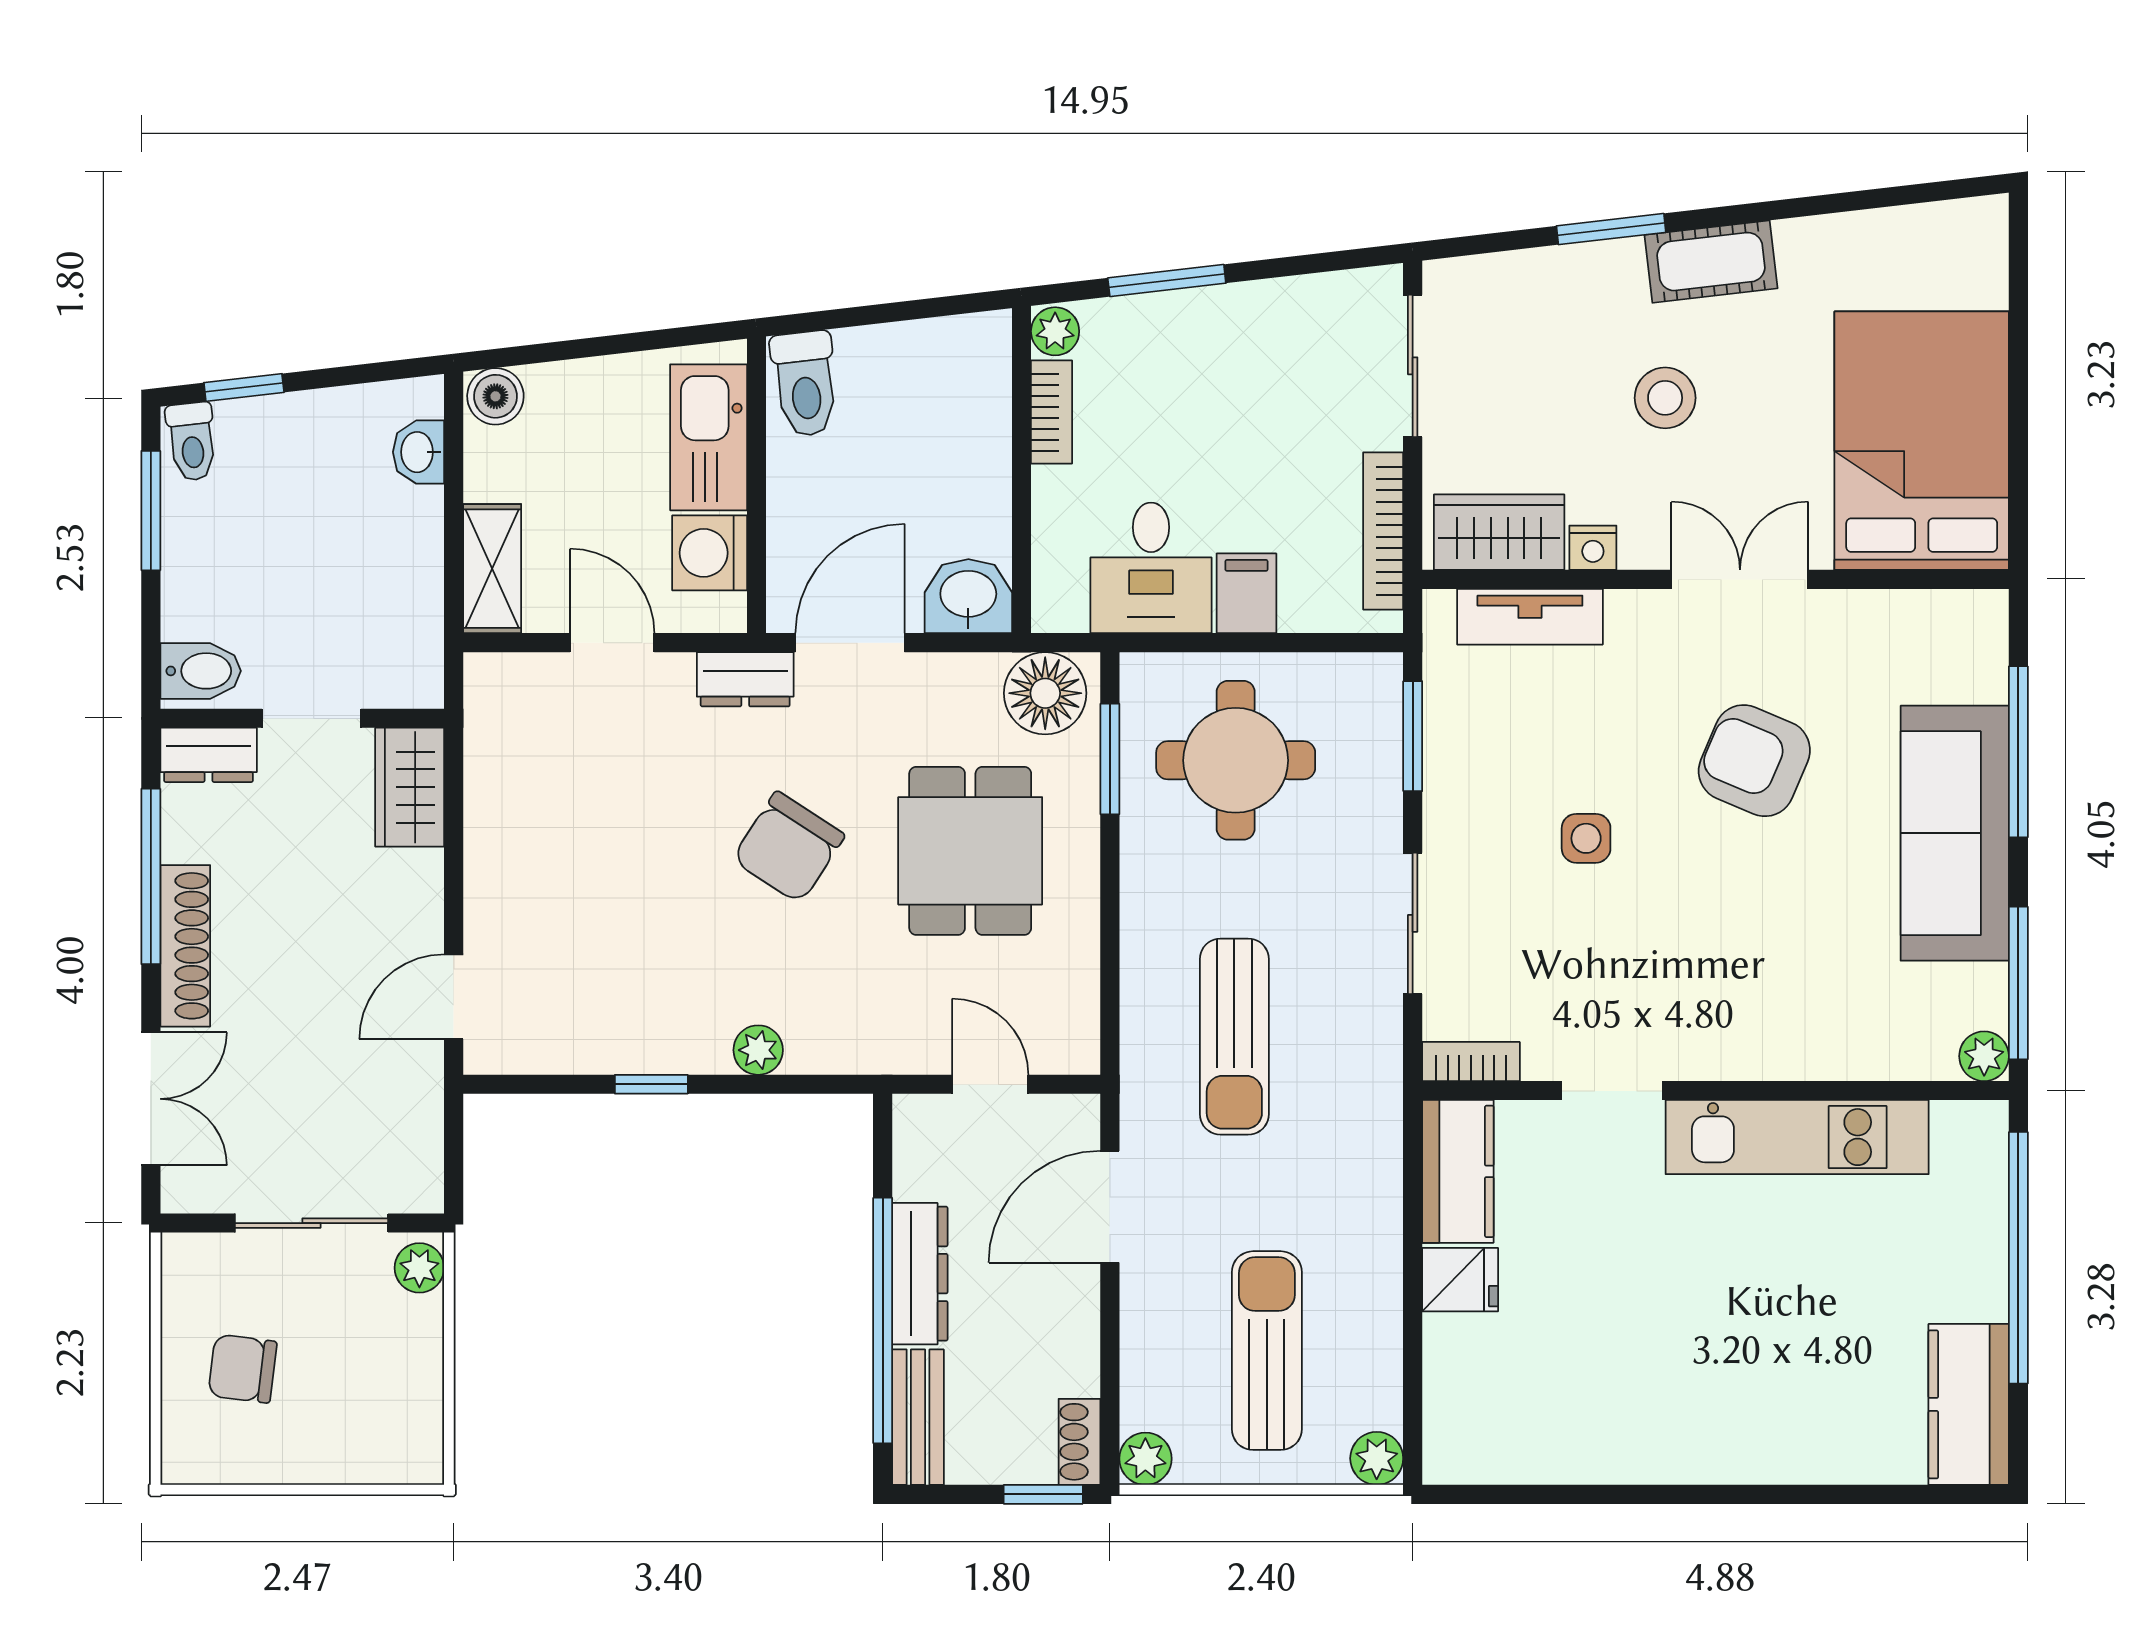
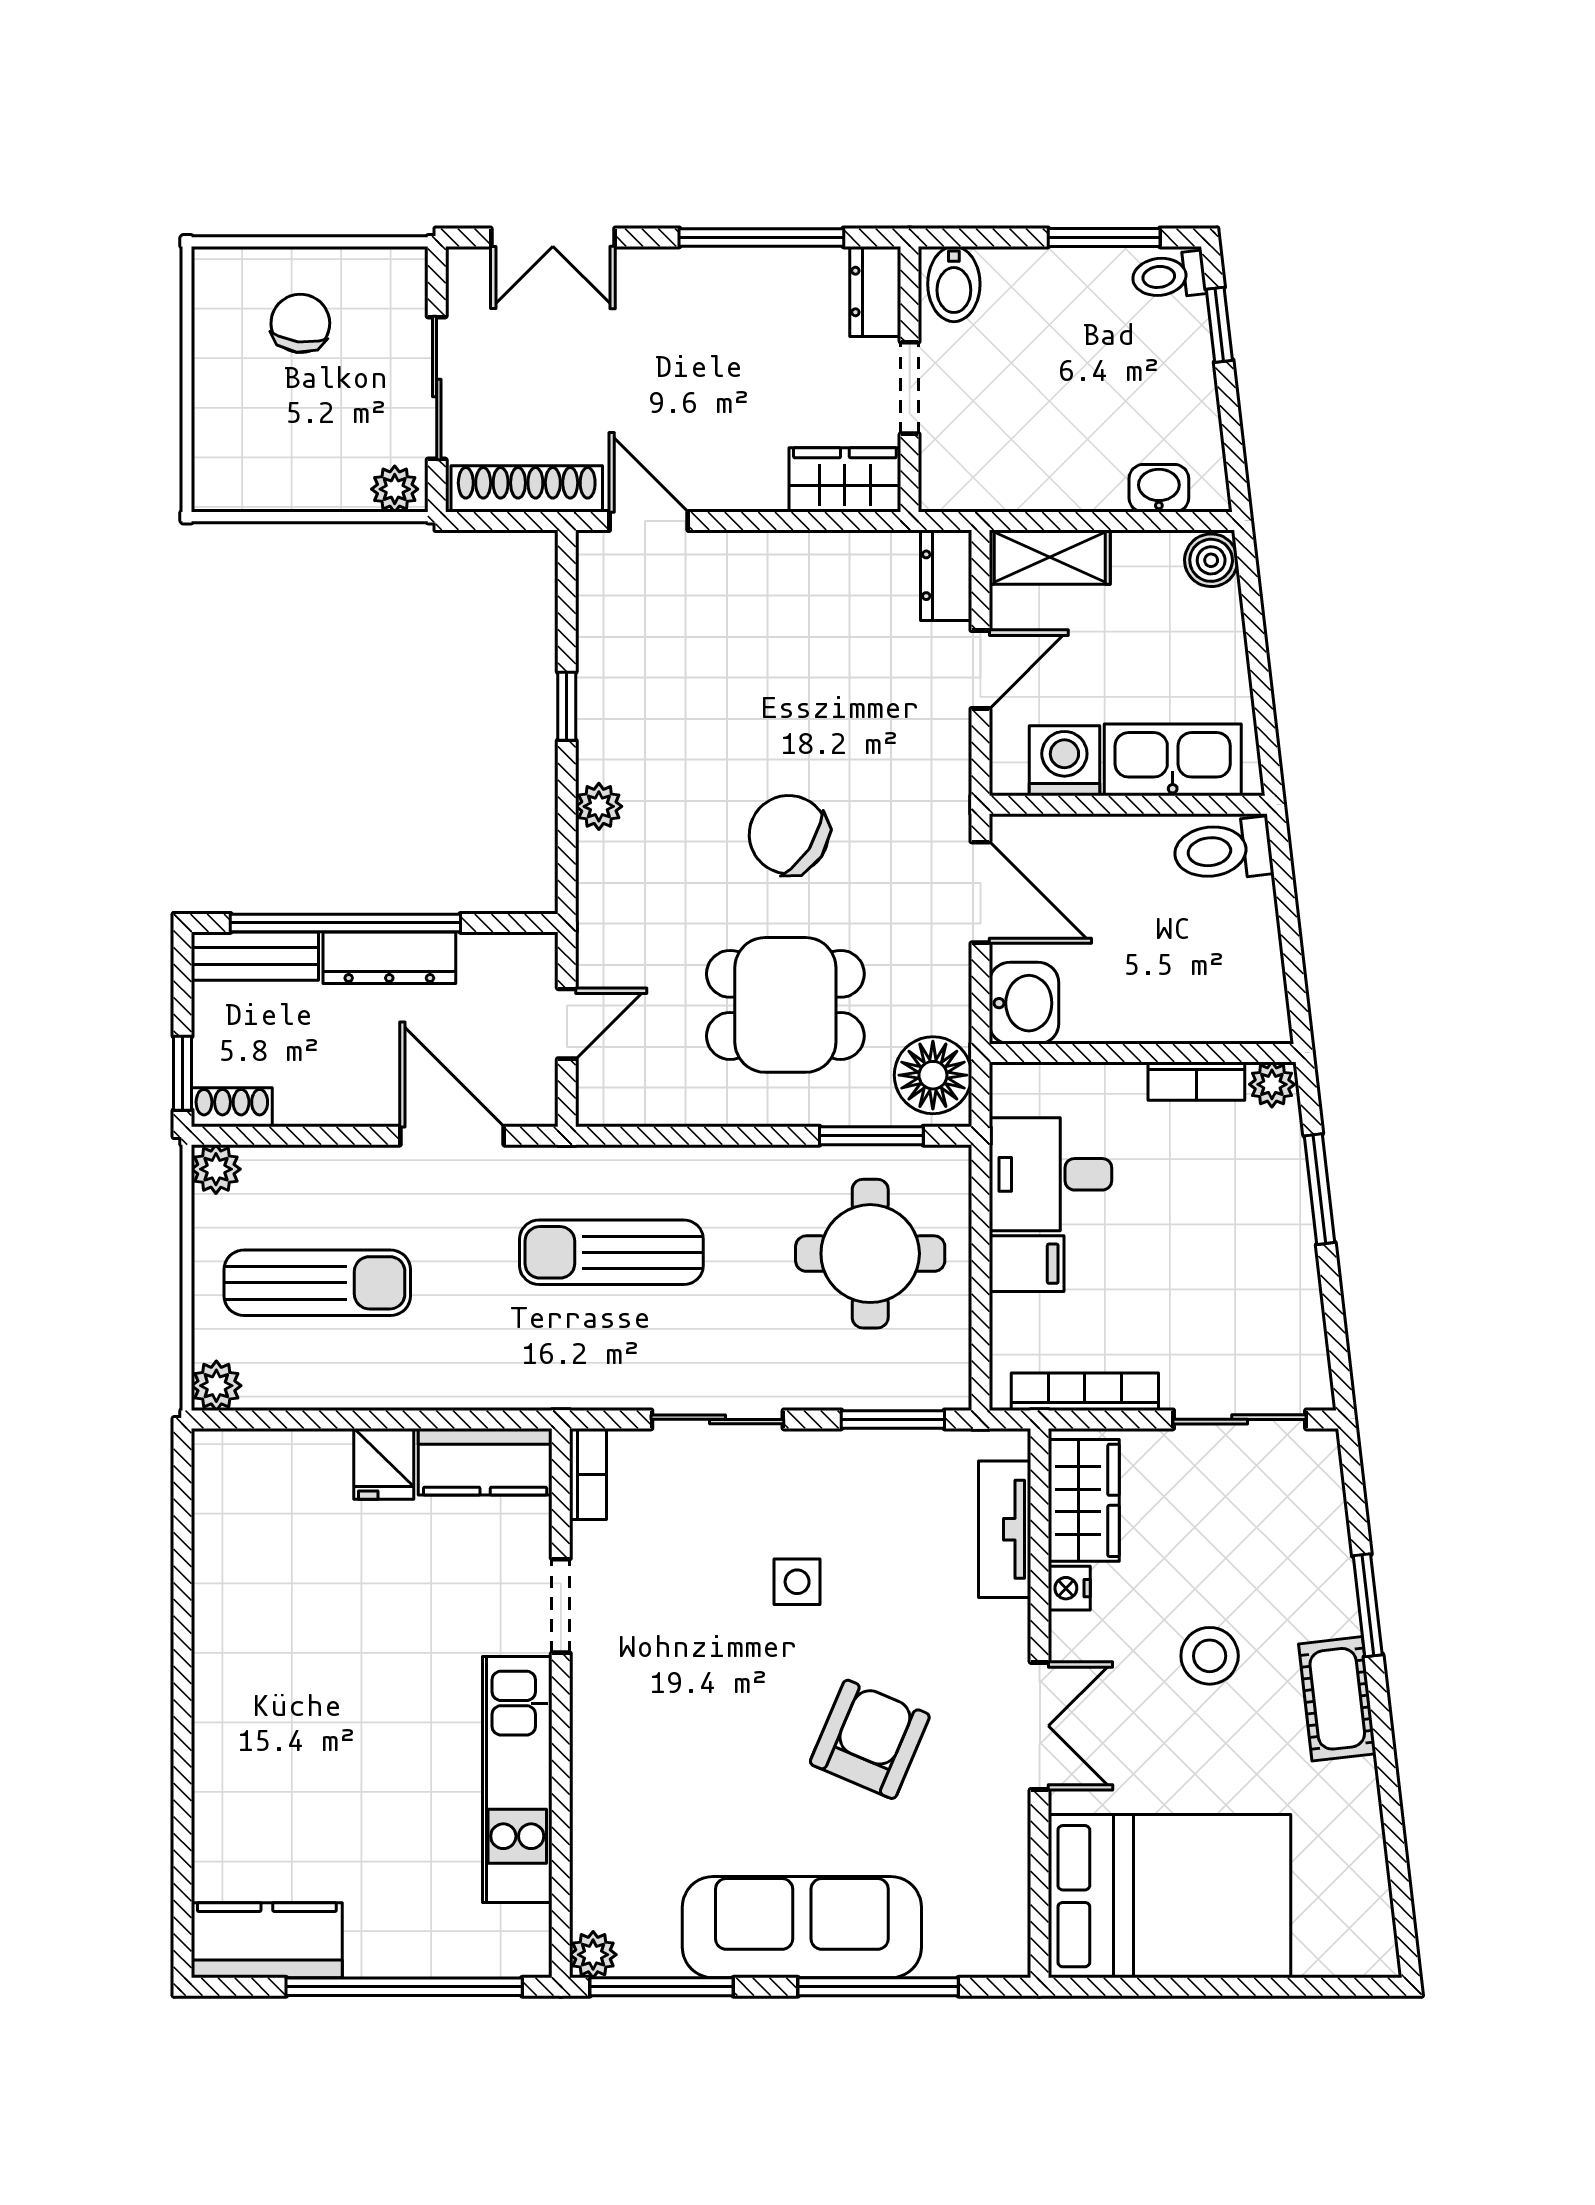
dresser: (745, 679) -> (946, 575), moved
shoe rack: (185, 946) -> (527, 489), moved, turned 180

